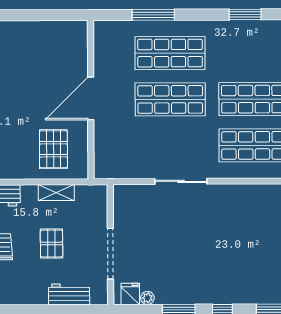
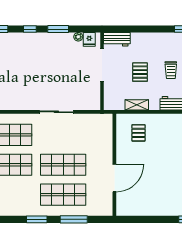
window: (245, 14) -> (37, 219), moved
door: (91, 98) -> (114, 178), moved
pallet: (53, 149) -> (139, 133), width x0.67, depth x0.71
workbench: (69, 294) -> (117, 39), moved

